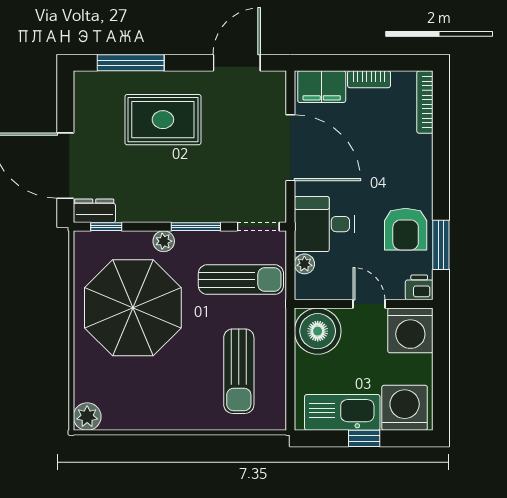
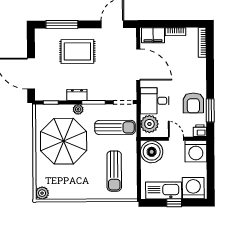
dresser: (94, 211) -> (77, 95), moved
plant: (304, 264) -> (149, 124), width x1.88, depth x1.88

